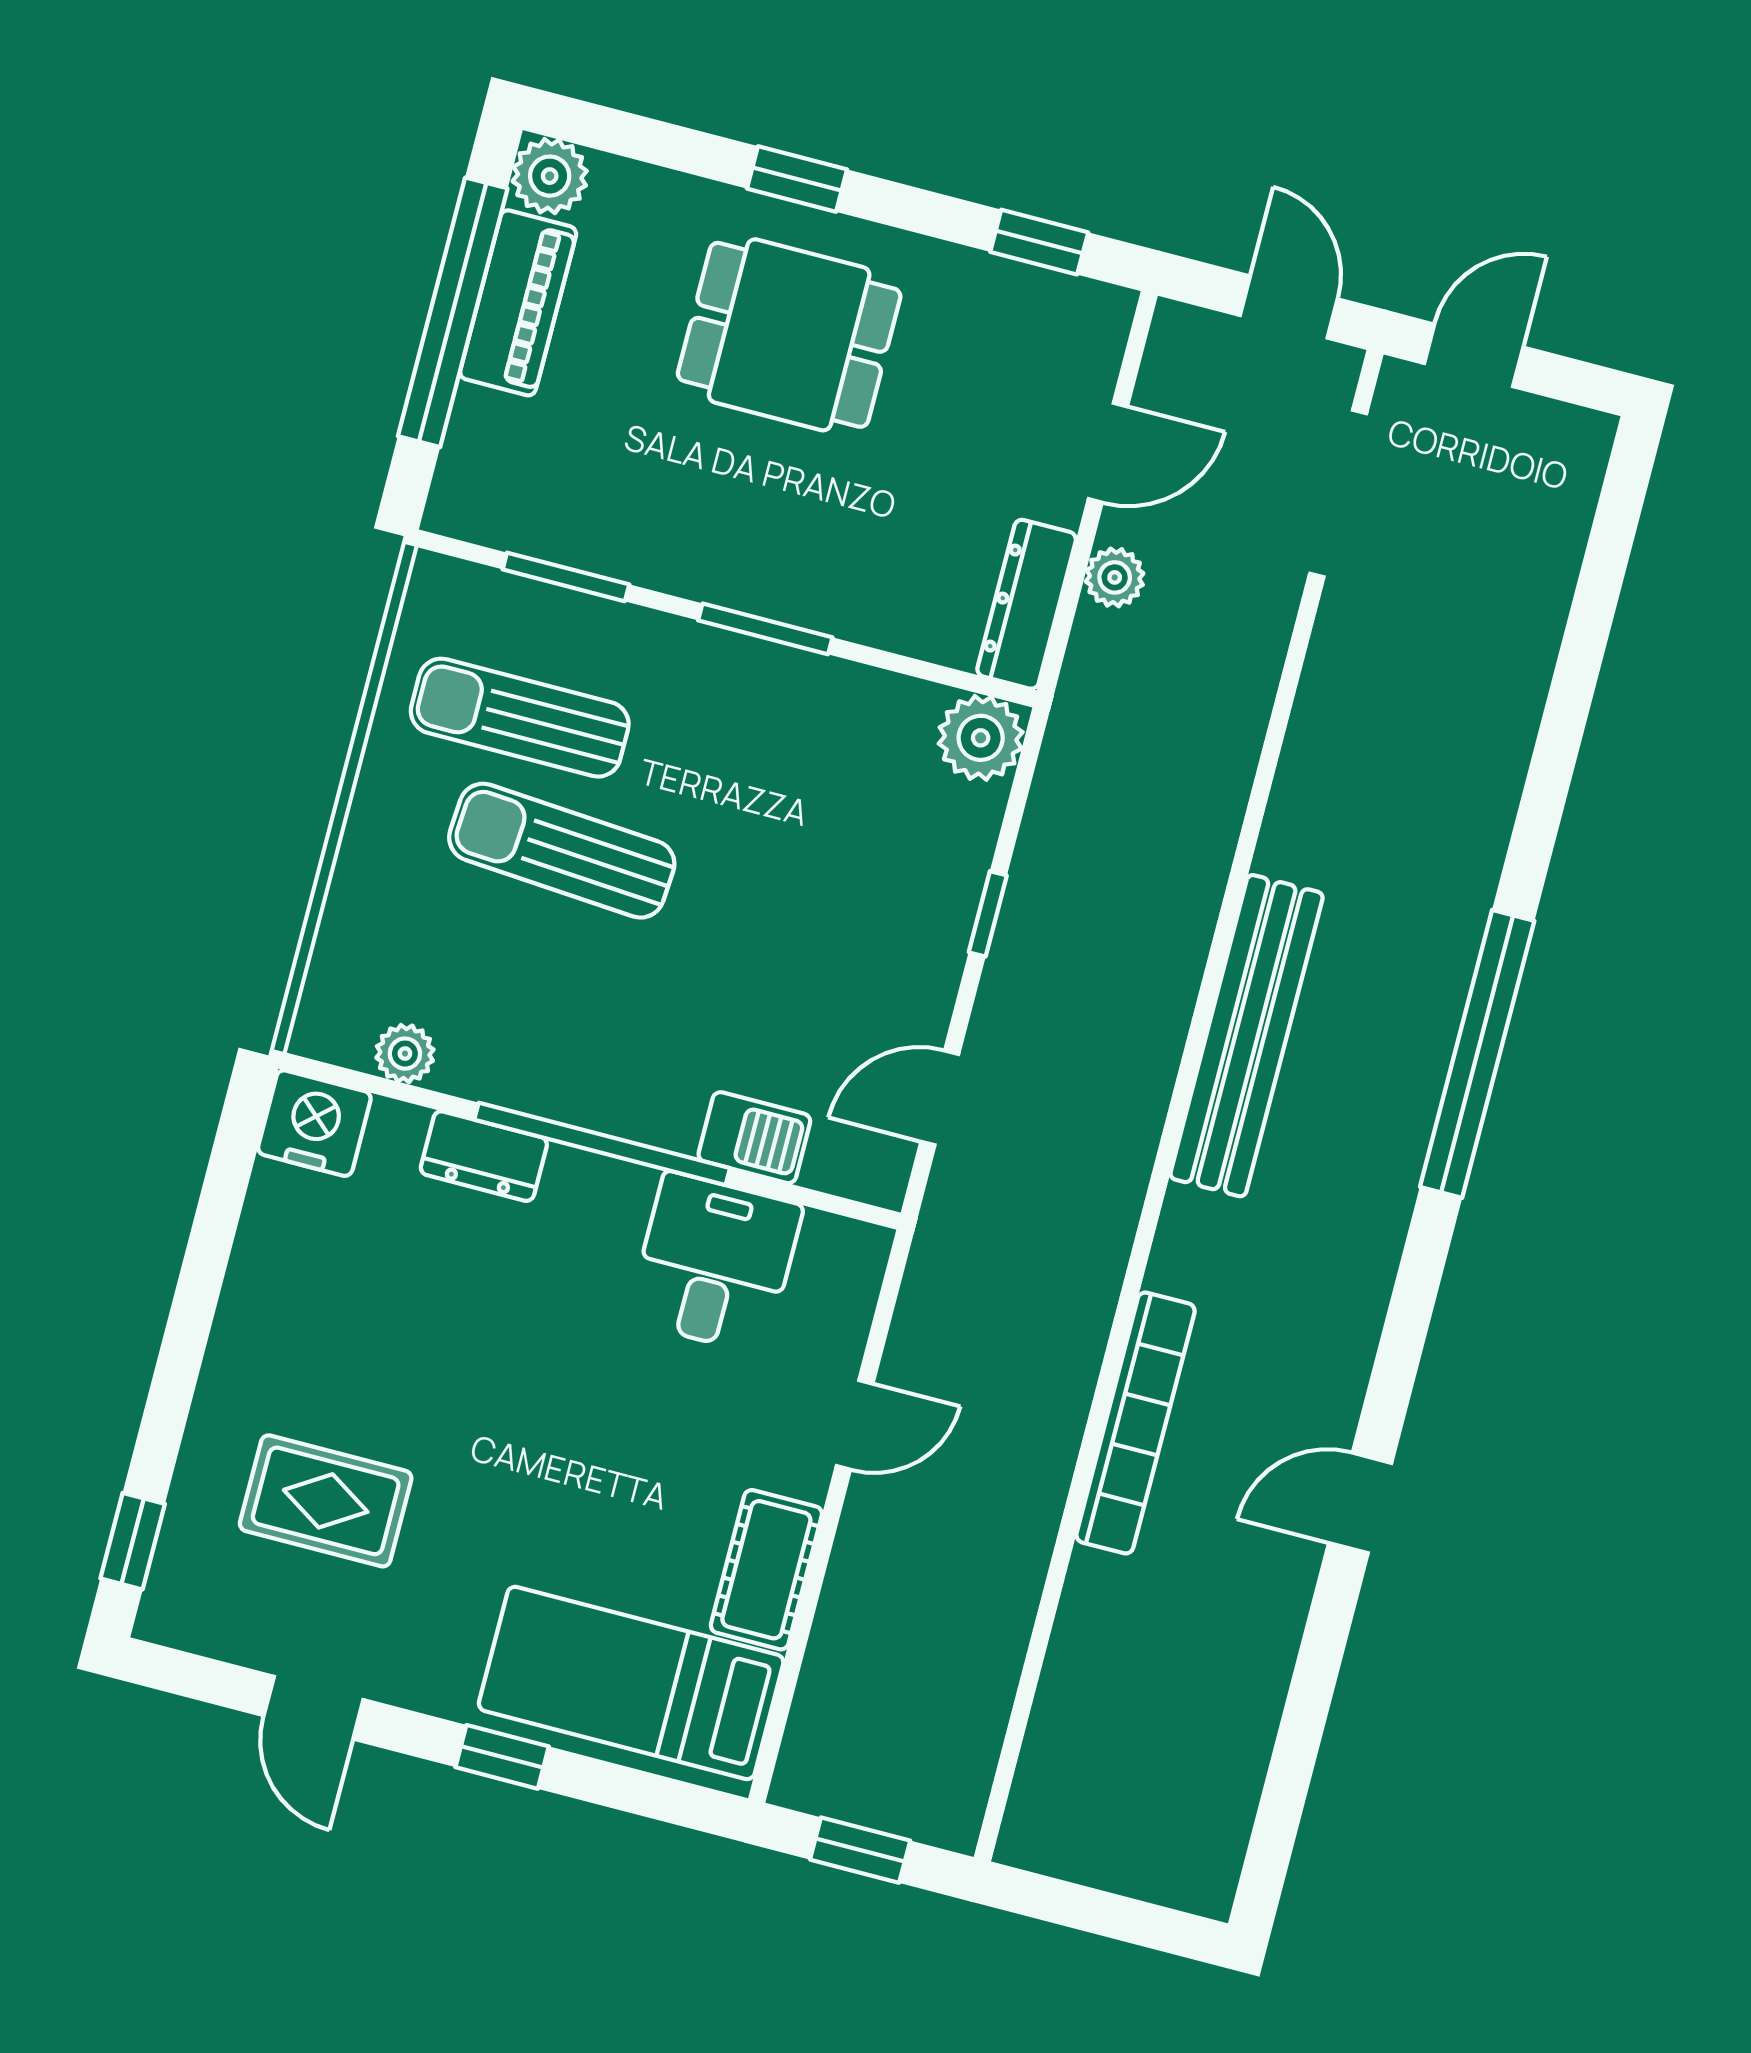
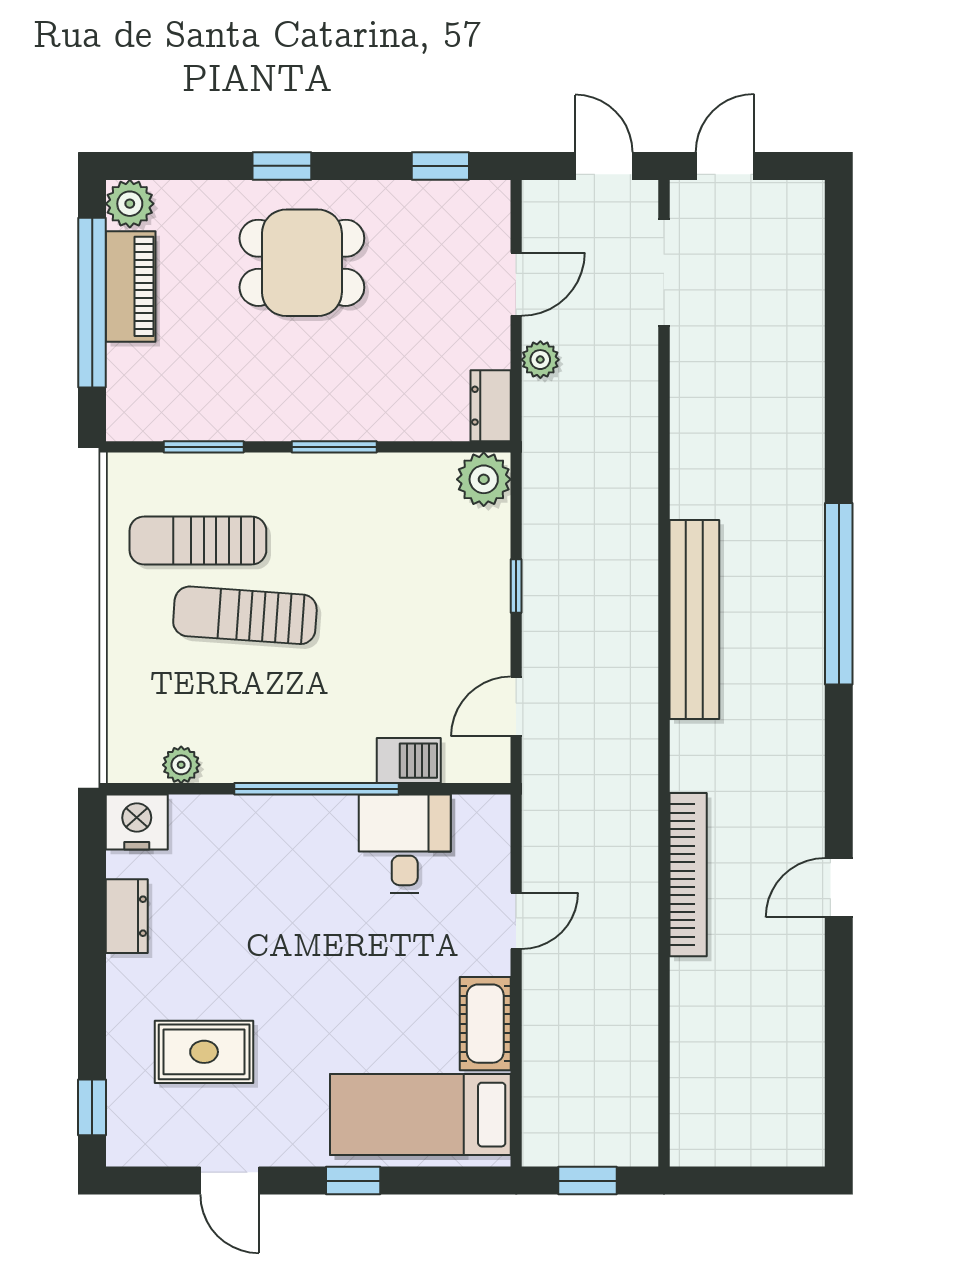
dresser: (1027, 604) -> (491, 406), width x0.70
dresser: (484, 1156) -> (127, 916), moved, turned -90

